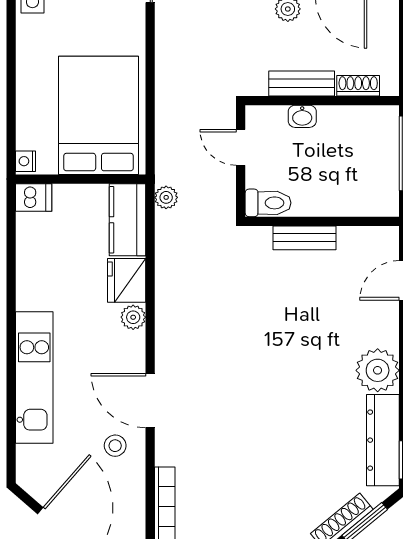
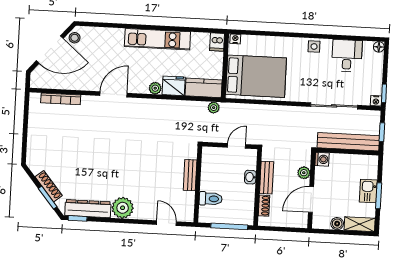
toilet: (268, 203) -> (211, 199), moved, turned -90
kitchen unit: (34, 378) -> (157, 39), moved
stool: (115, 446) -> (75, 38), moved

